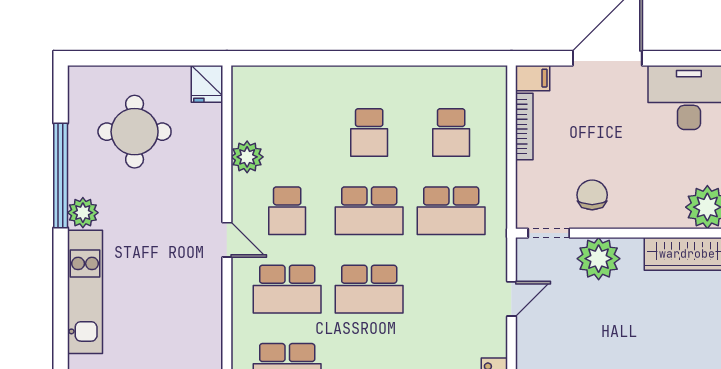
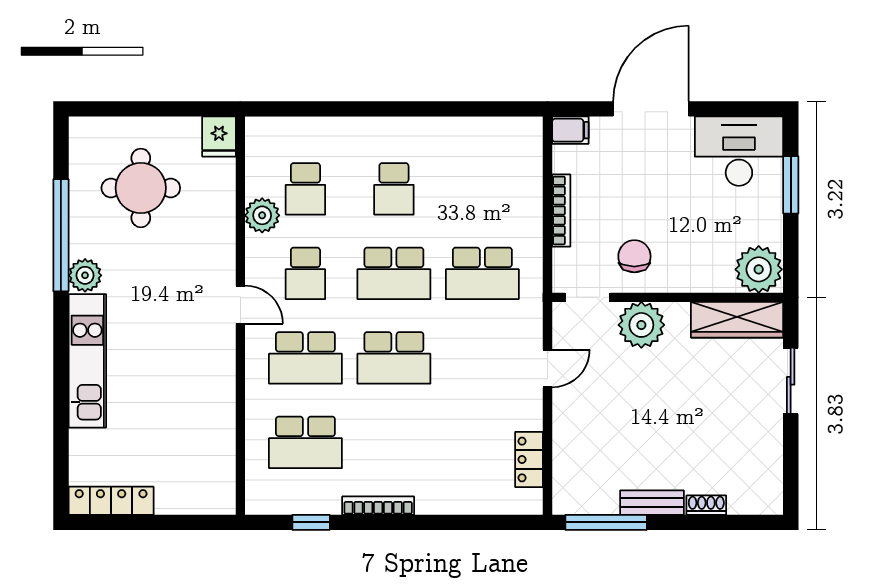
bookcase: (524, 126) -> (561, 210), moved
school desk: (451, 132) -> (305, 189), moved

